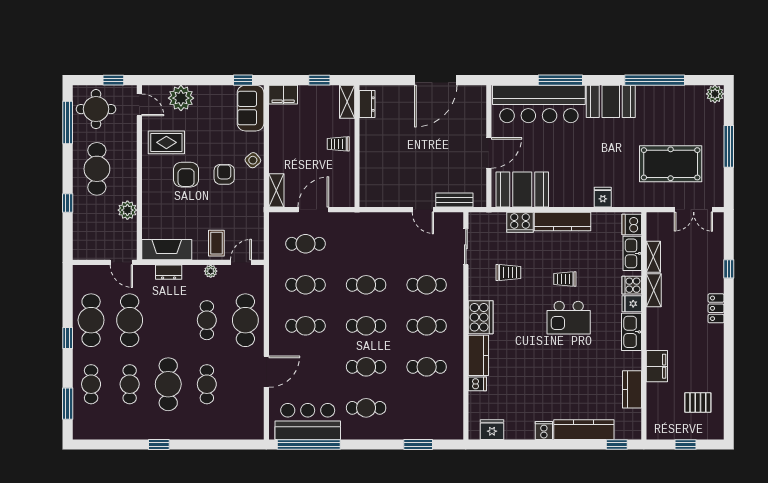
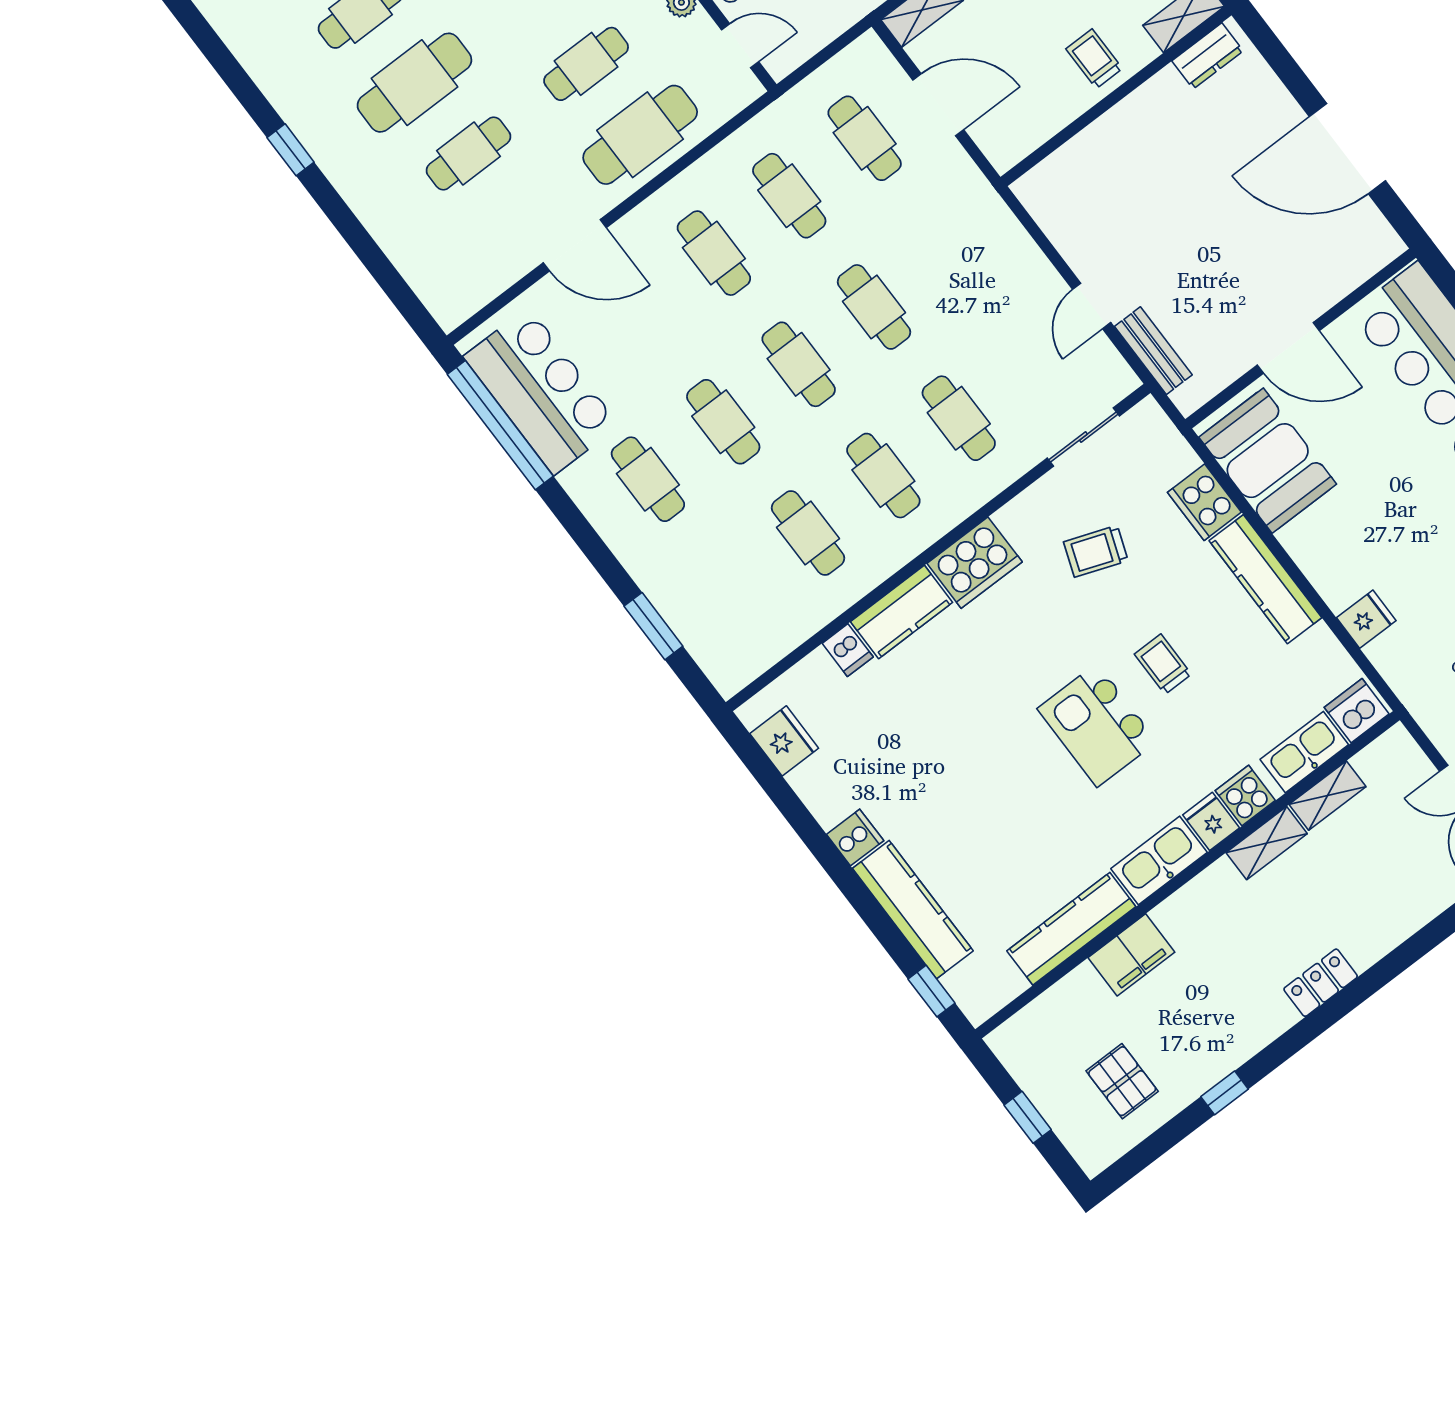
window: (729, 269) -> (1225, 1093), moved
trolley: (508, 273) -> (1096, 551), turned 110
kitchen counter: (632, 389) -> (1071, 929), width x1.50

